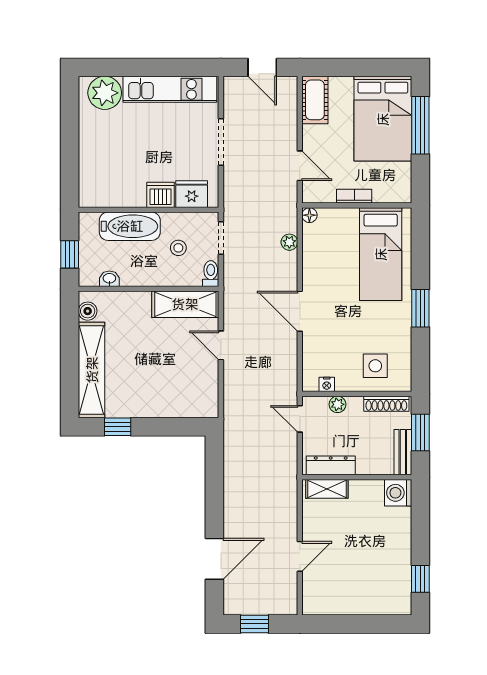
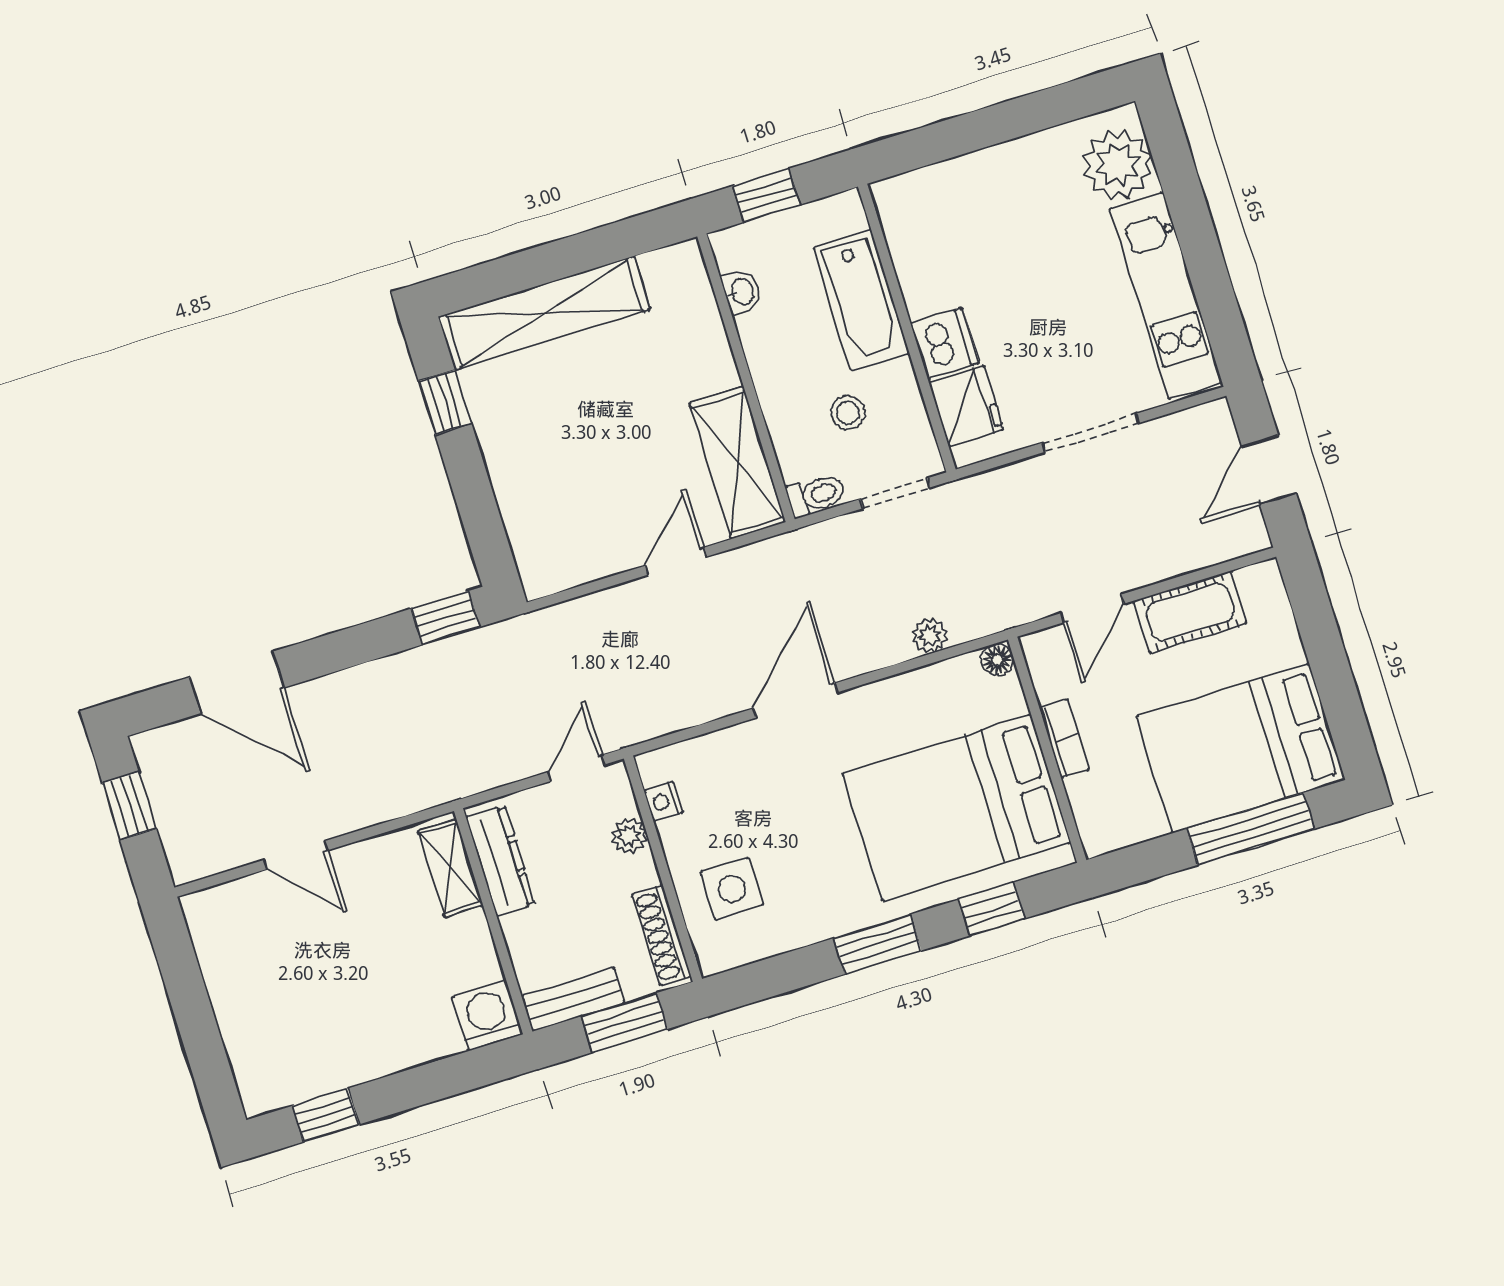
cot: (315, 100) -> (1190, 612), moved
window: (420, 252) -> (992, 909), added
bed: (381, 254) -> (956, 808), width x1.50
boiler: (88, 311) -> (662, 268), removed
window: (214, 456) -> (445, 618), added

